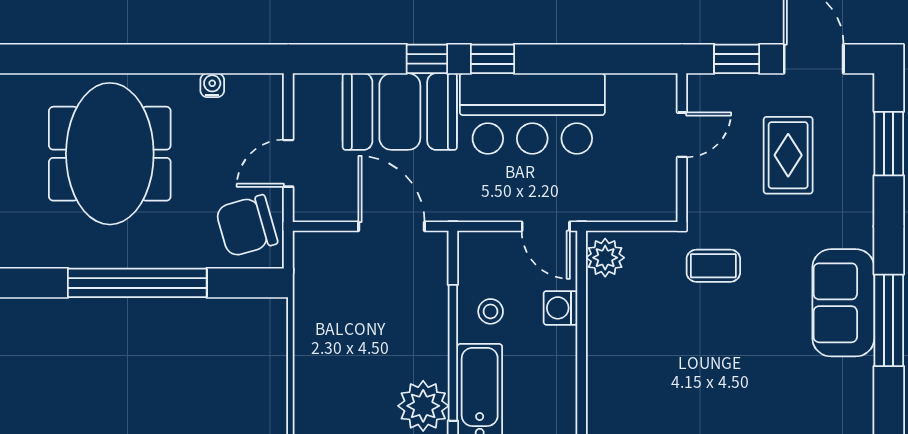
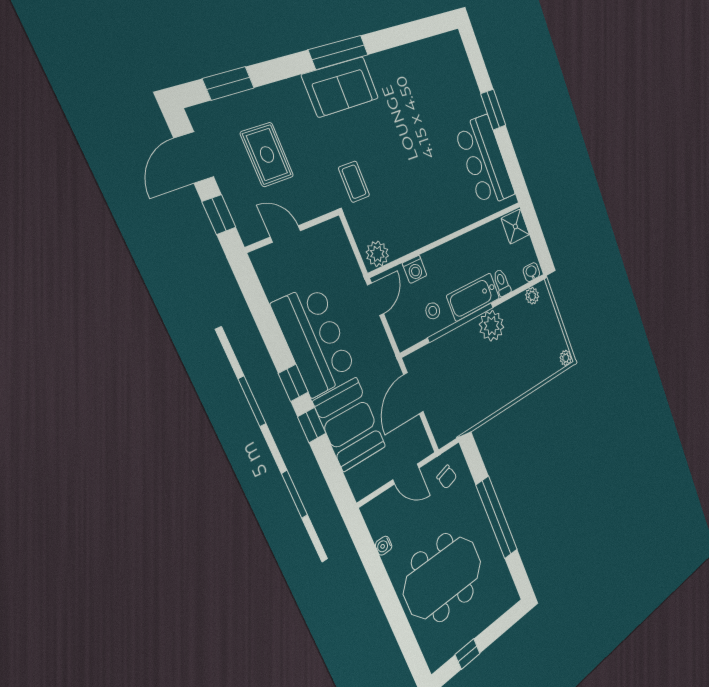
rug: (788, 155) -> (267, 155), turned 90
chair: (247, 226) -> (447, 477), width x0.54, depth x0.54

